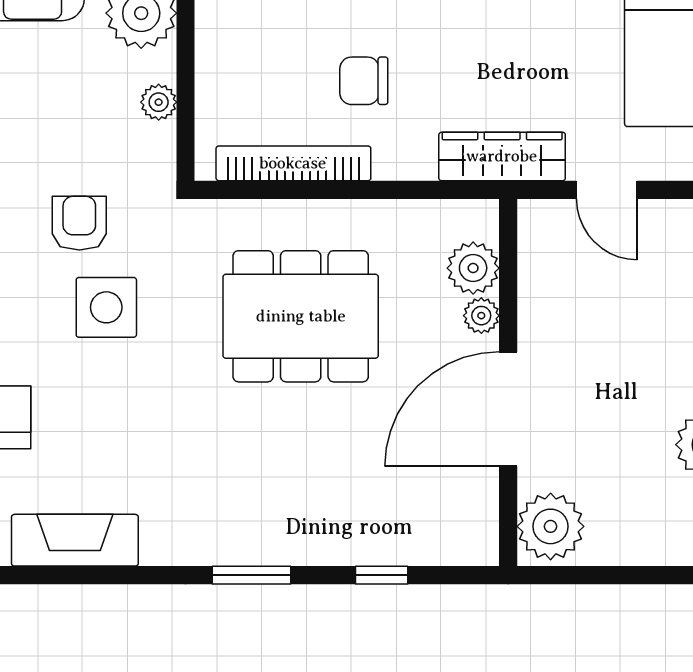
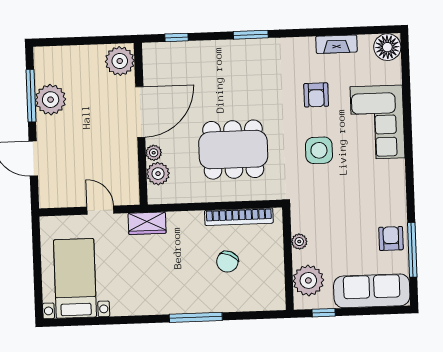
chair: (364, 81) -> (227, 262), moved, turned 115
wardrobe: (502, 156) -> (147, 223), width x0.67
armchair: (79, 223) -> (316, 95), moved
fireplace: (75, 540) -> (336, 44), width x0.73, depth x0.76
window: (382, 575) -> (177, 37), moved

